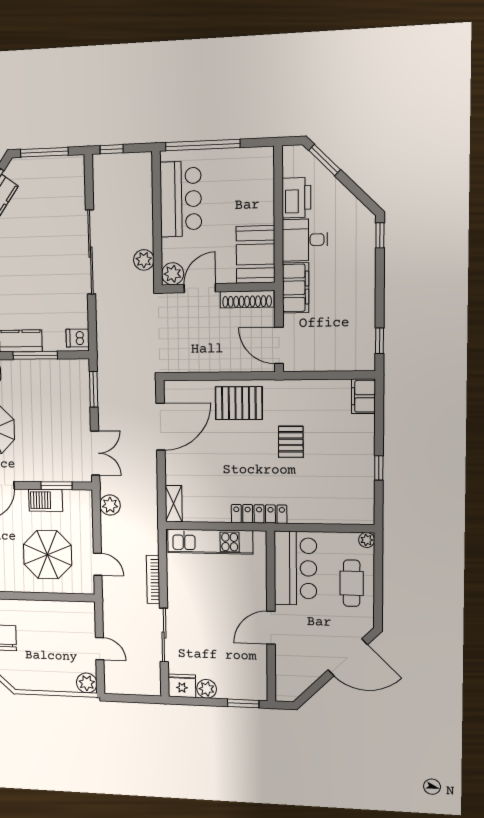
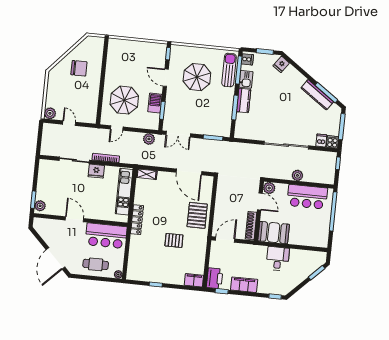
cooker: (74, 166) -> (332, 142), added
printer: (296, 198) -> (215, 278), moved, turned -90
plant: (144, 260) -> (297, 175), moved
filing cabinet: (296, 288) -> (244, 285), moved, turned 180
dishwasher: (78, 338) -> (321, 140), moved
door: (100, 649) -> (69, 123), swing flipped
fridge: (182, 686) -> (96, 171), moved, turned 90
plant: (207, 689) -> (40, 206), moved

